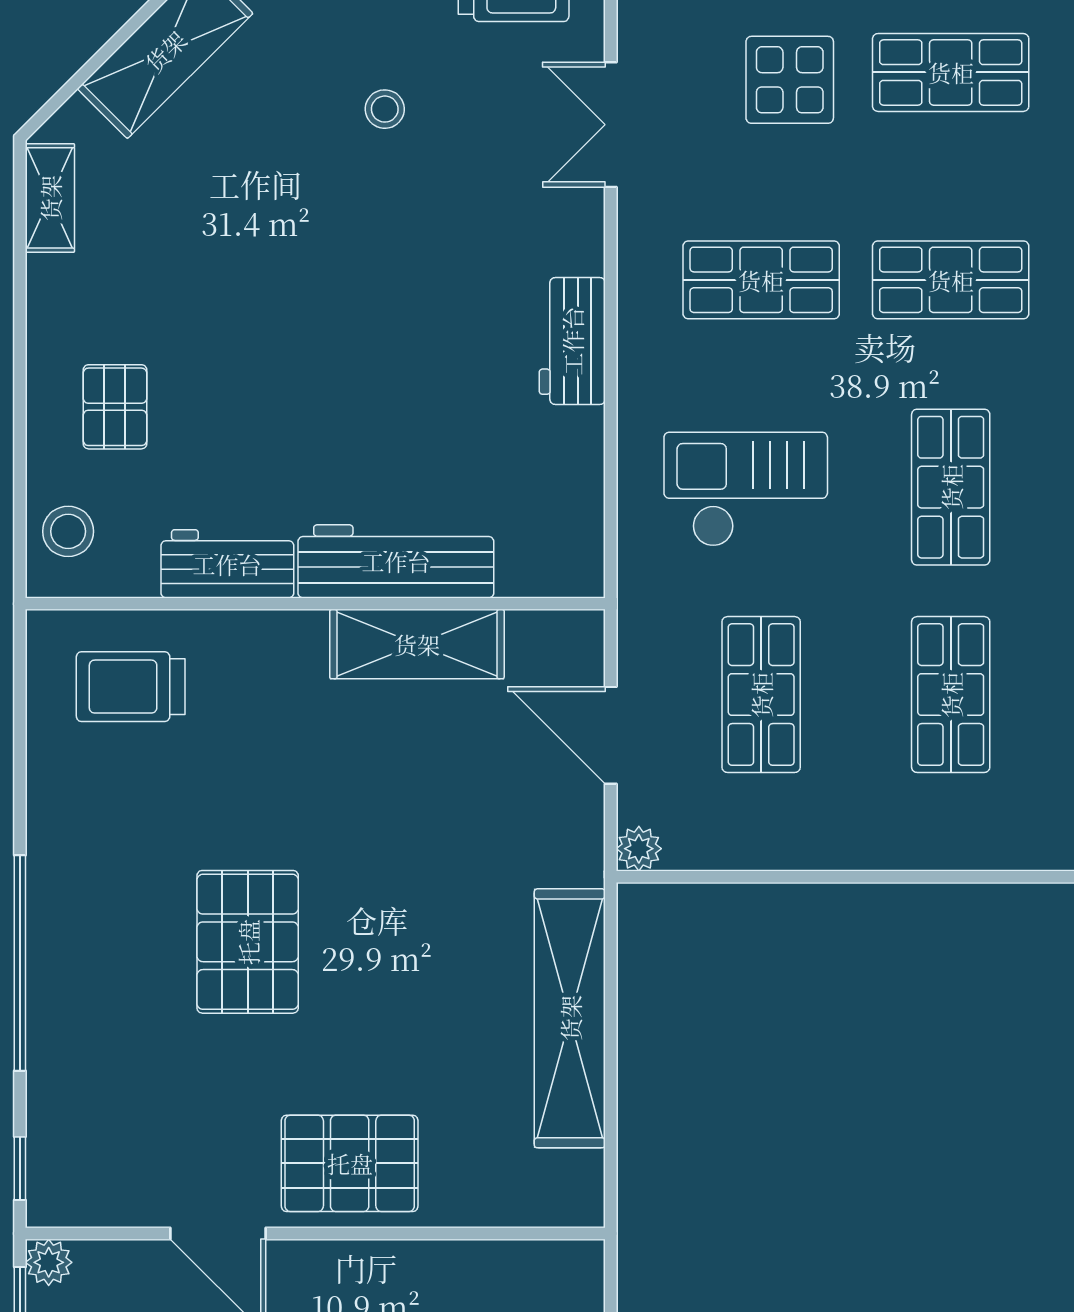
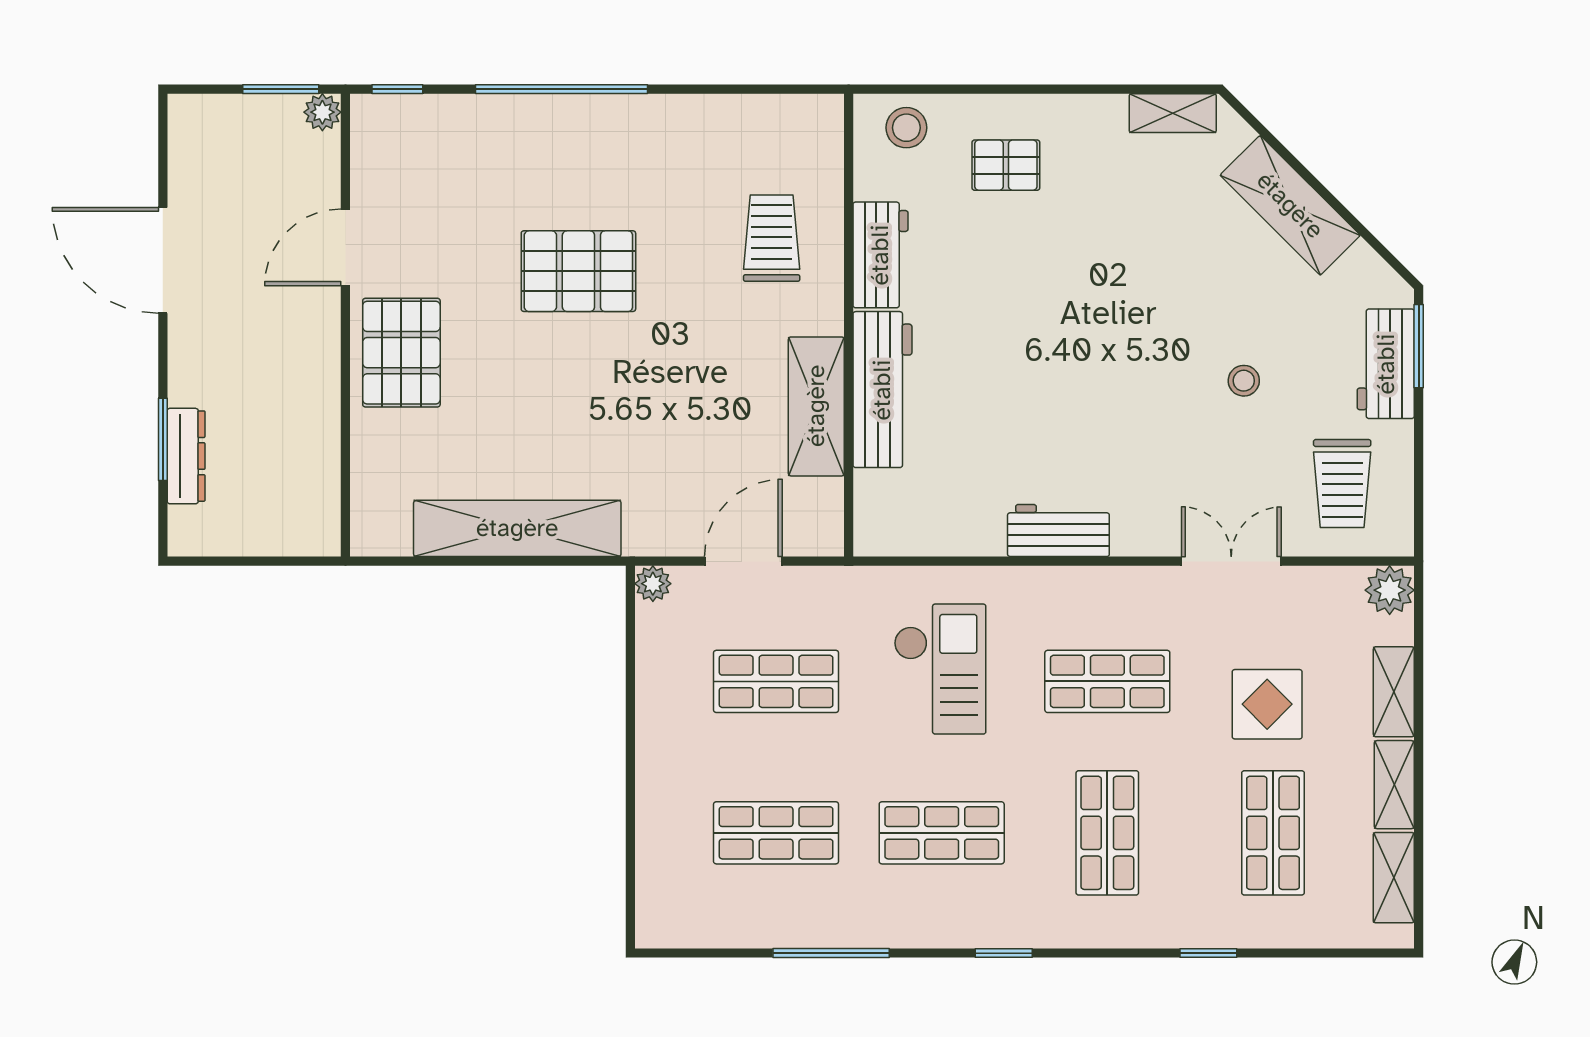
shop shelf: (761, 280) -> (1107, 681), turned 90
trolley: (131, 687) -> (772, 238), moved

